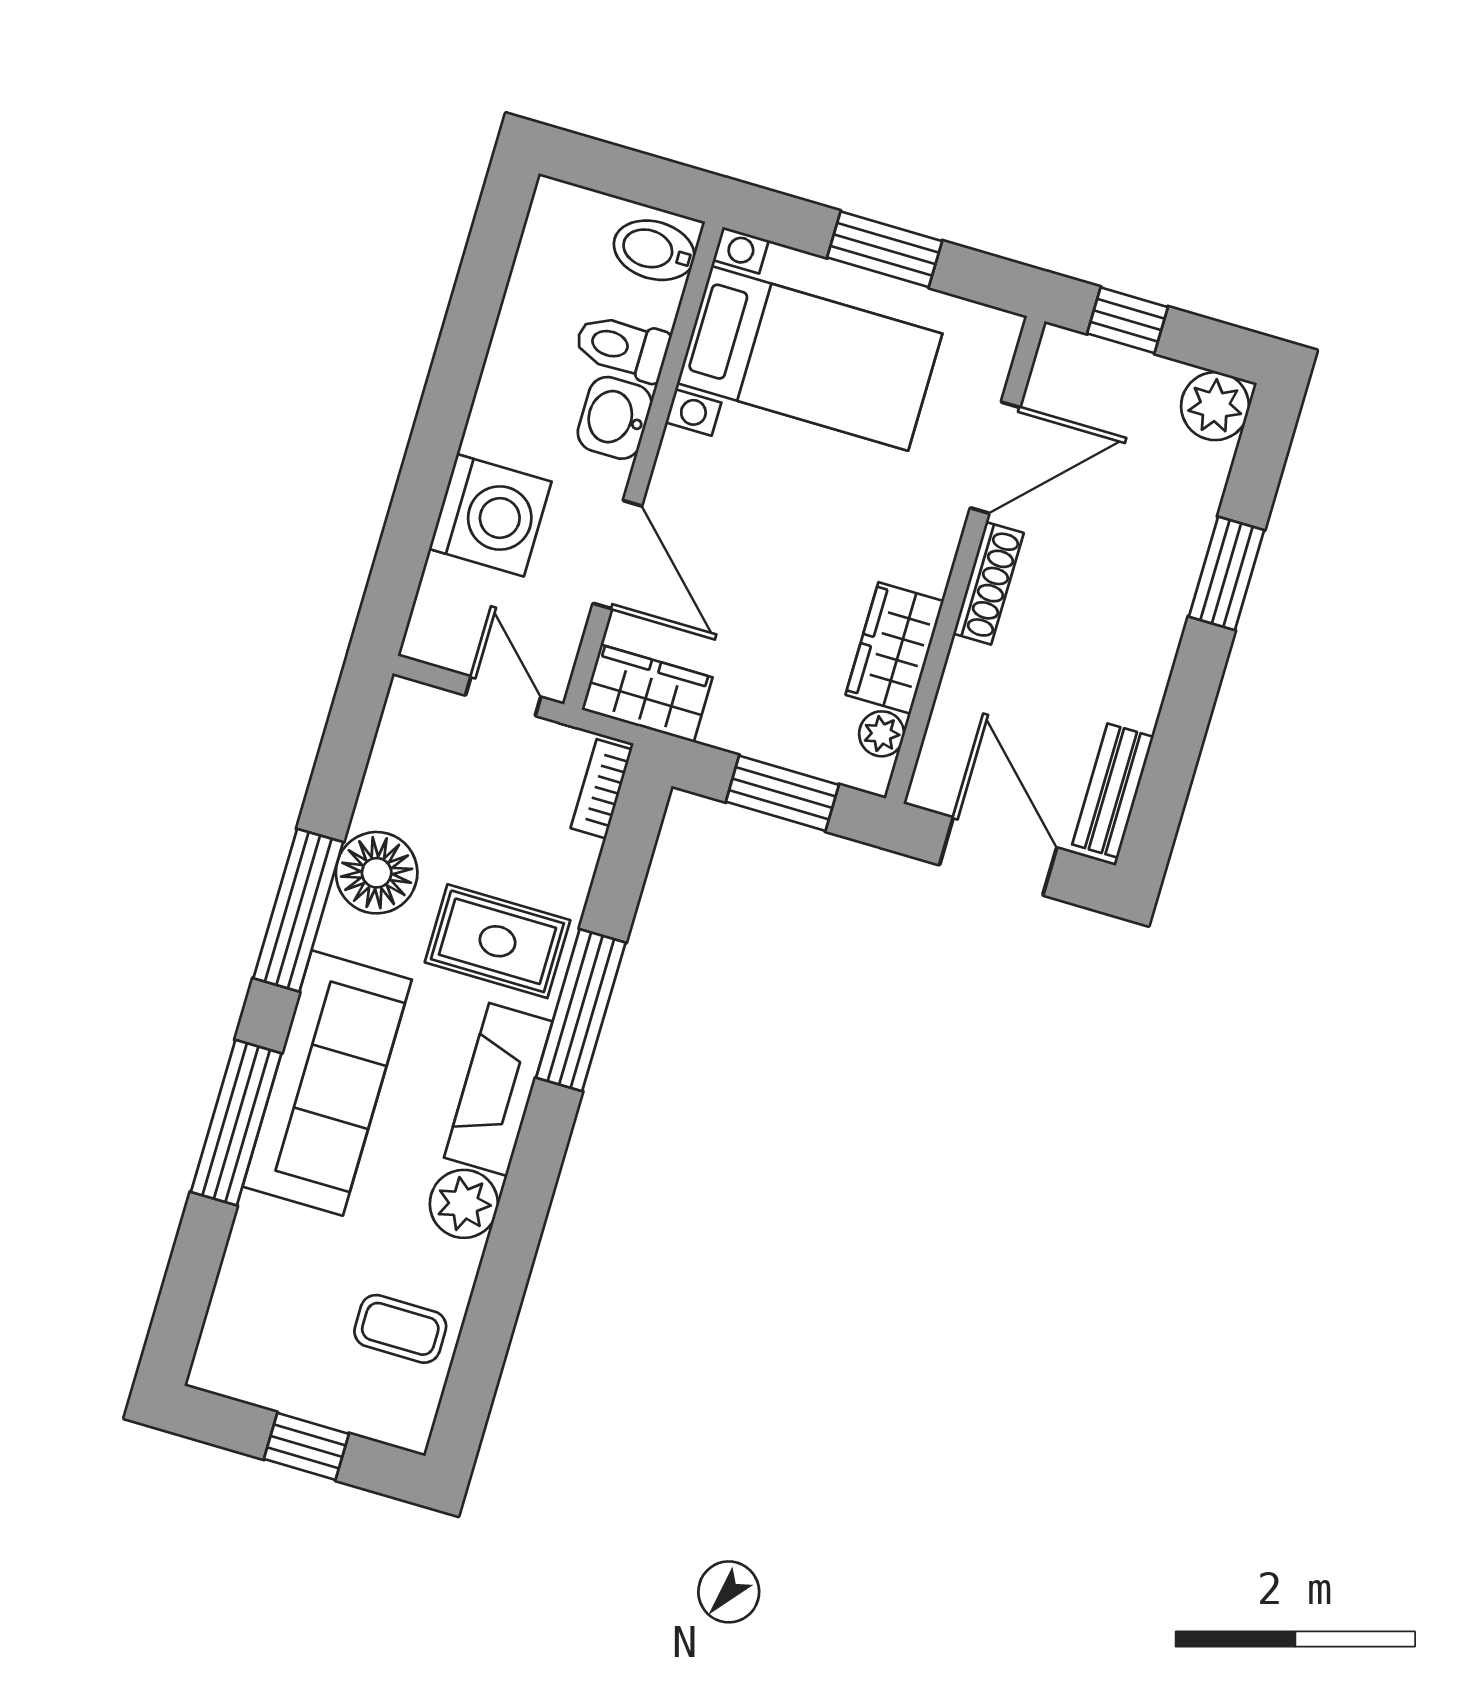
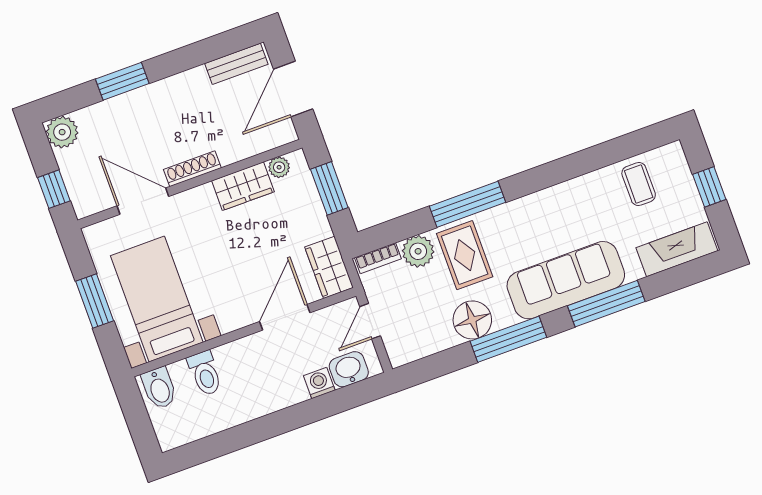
washbasin: (615, 418) -> (349, 369), moved, turned 180
washing machine: (490, 515) -> (319, 383), width x0.53, depth x0.53
fireplace: (498, 1089) -> (677, 249), moved, turned 180
plant: (464, 1204) -> (418, 251), moved

